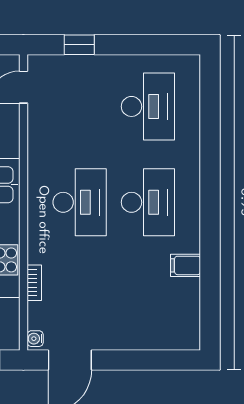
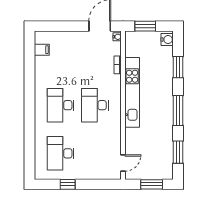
window: (79, 45) -> (68, 184), moved
filing cabinet: (185, 265) -> (42, 50), moved

